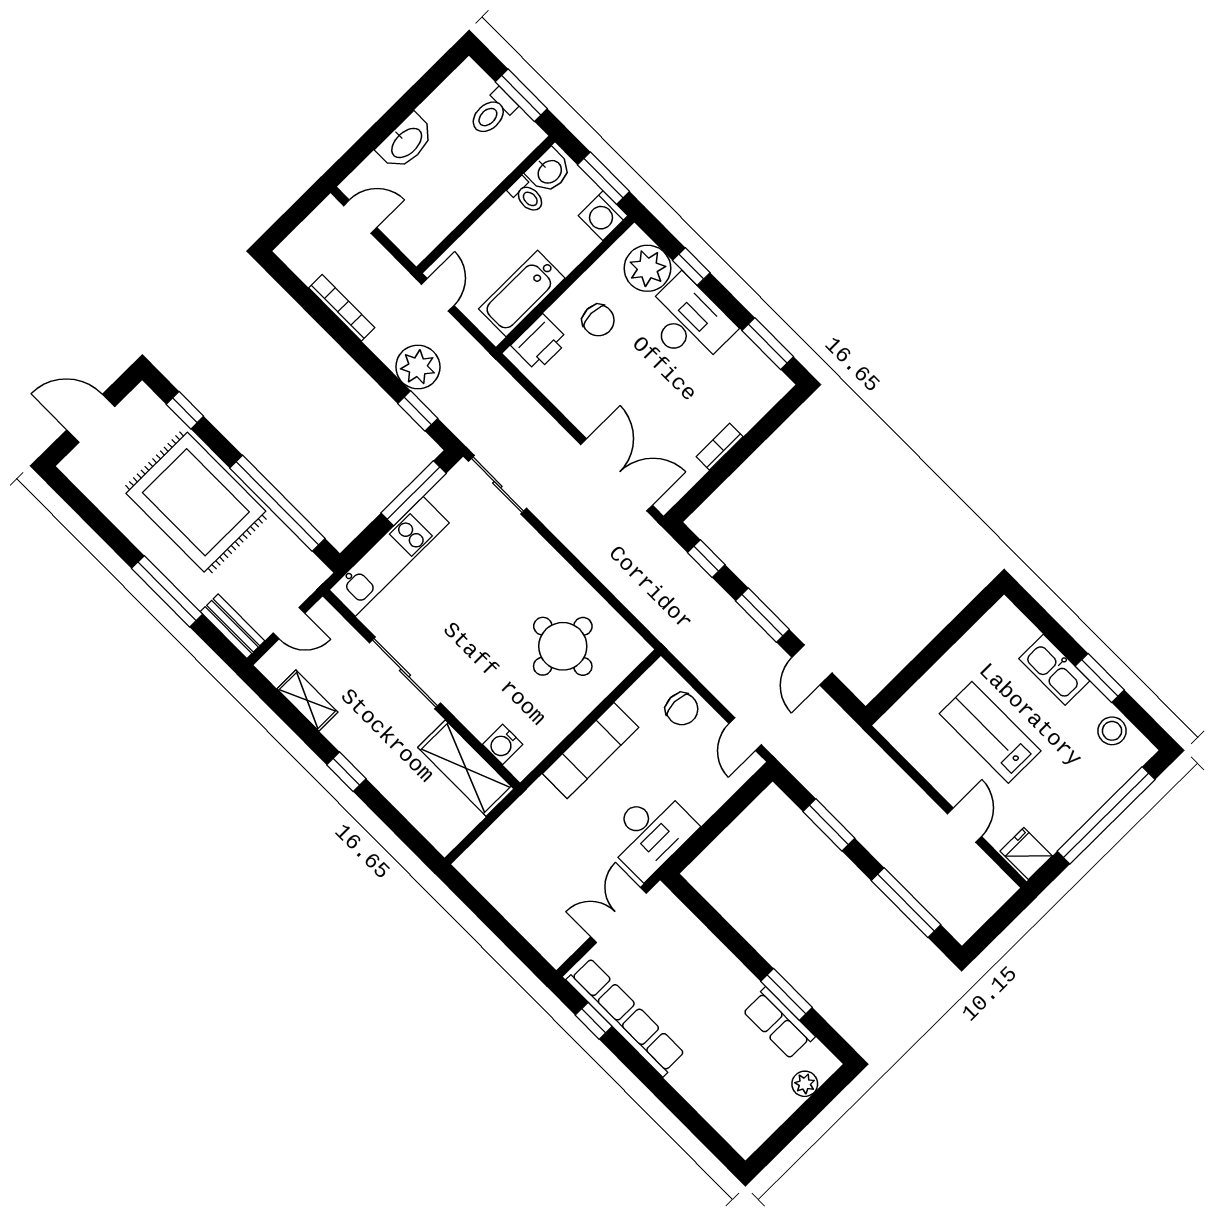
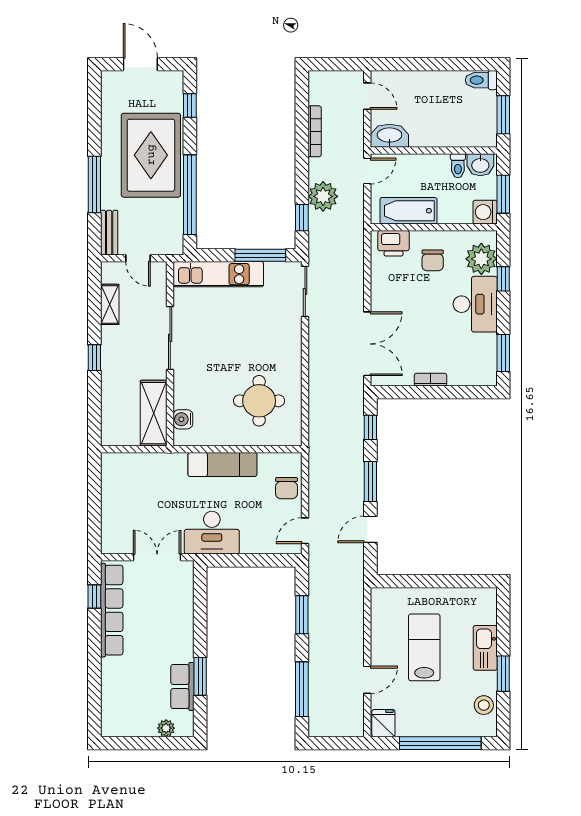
toilet: (493, 112) -> (481, 80), moved
washbasin: (406, 142) -> (389, 136), moved, turned 180

